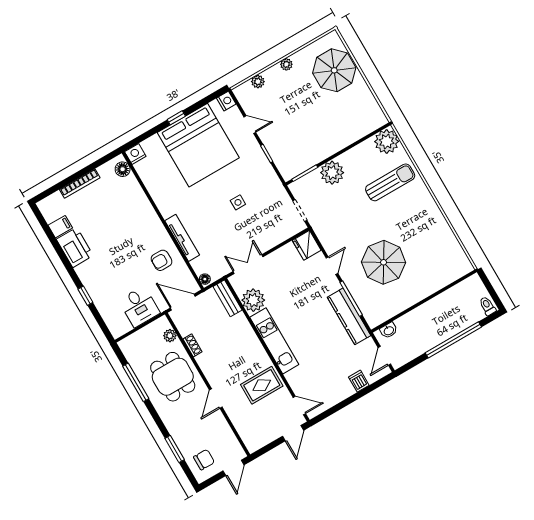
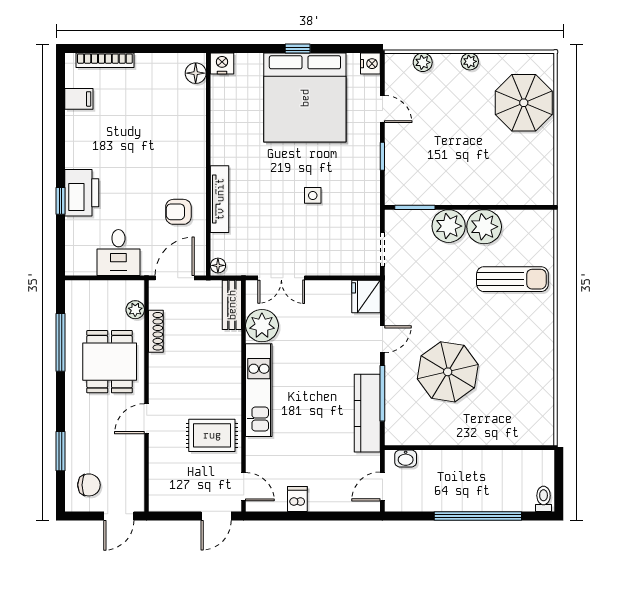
plant: (387, 141) -> (484, 227), moved
bookcase: (80, 184) -> (105, 60), moved
printer: (75, 247) -> (82, 193), moved
double door: (248, 264) -> (281, 278), swing flipped
door: (183, 302) -> (175, 278), hinge flipped
shoe rack: (193, 345) -> (156, 331), width x1.43
dishwasher: (359, 381) -> (297, 499), moved

